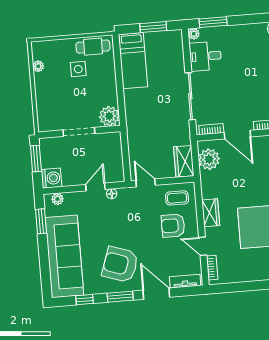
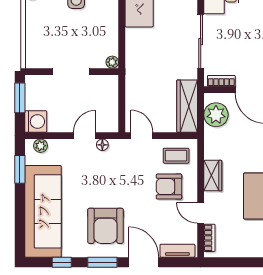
plant: (109, 116) -> (112, 62), width x0.53, depth x0.53
wardrobe: (184, 161) -> (187, 106), width x1.50
armchair: (120, 265) -> (105, 226), turned -109

